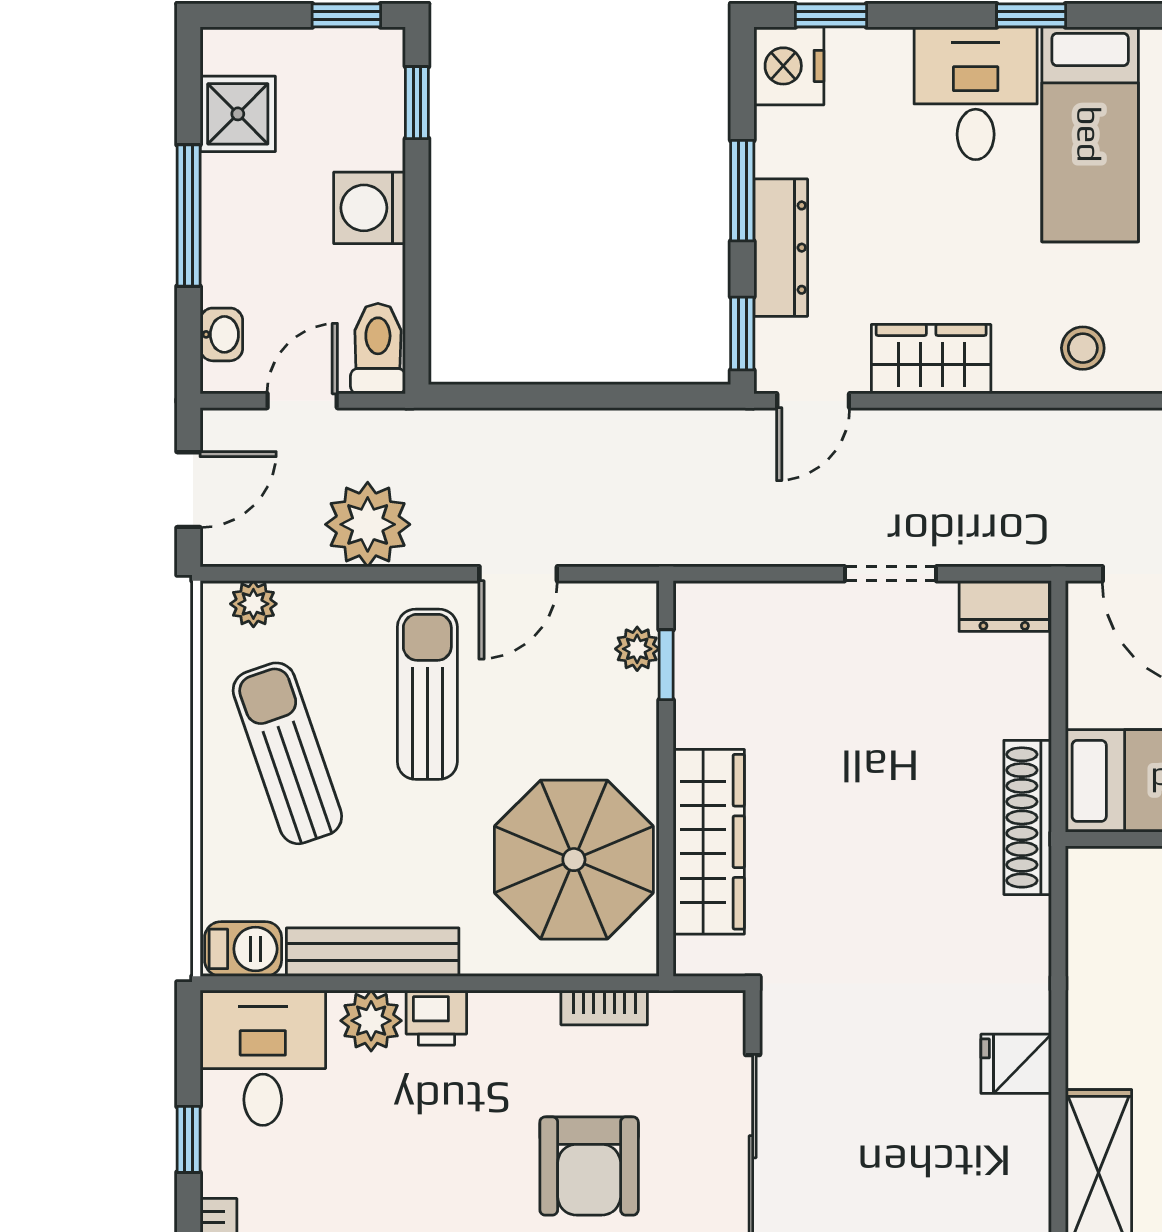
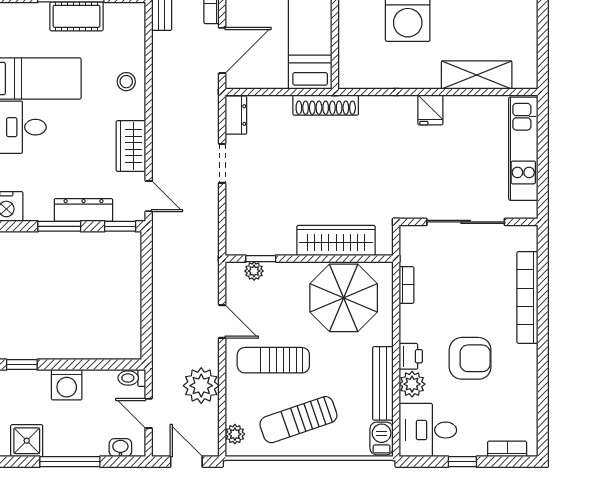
toilet: (378, 349) -> (132, 378), width x0.73, depth x0.72
armchair: (589, 1166) -> (470, 358), moved

